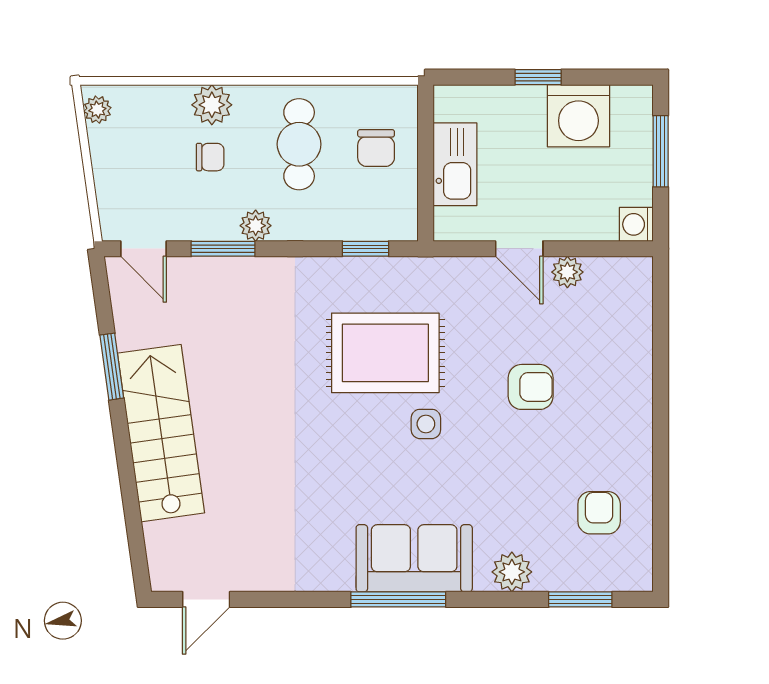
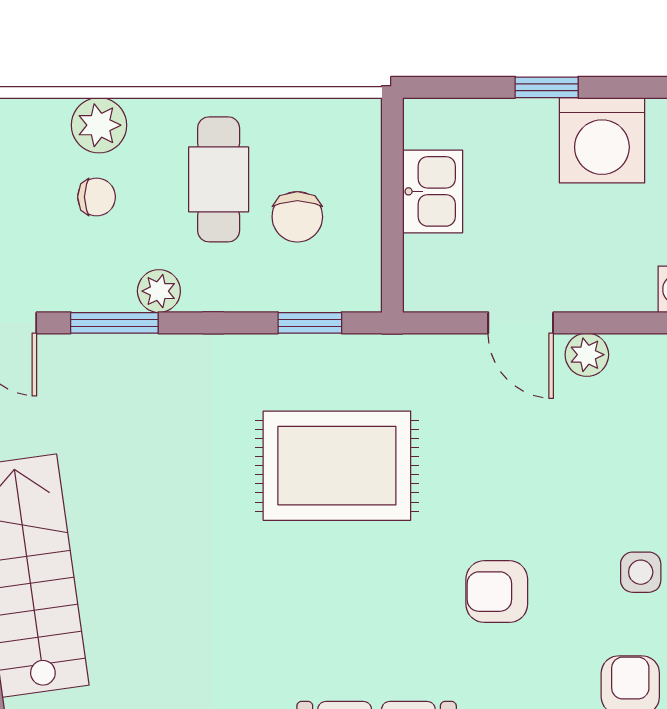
chair: (376, 148) -> (297, 217), moved
kitchen sink: (455, 164) -> (433, 191), width x0.73
armchair: (531, 387) -> (497, 592), moved, turned 180
side table: (426, 424) -> (641, 572), moved

